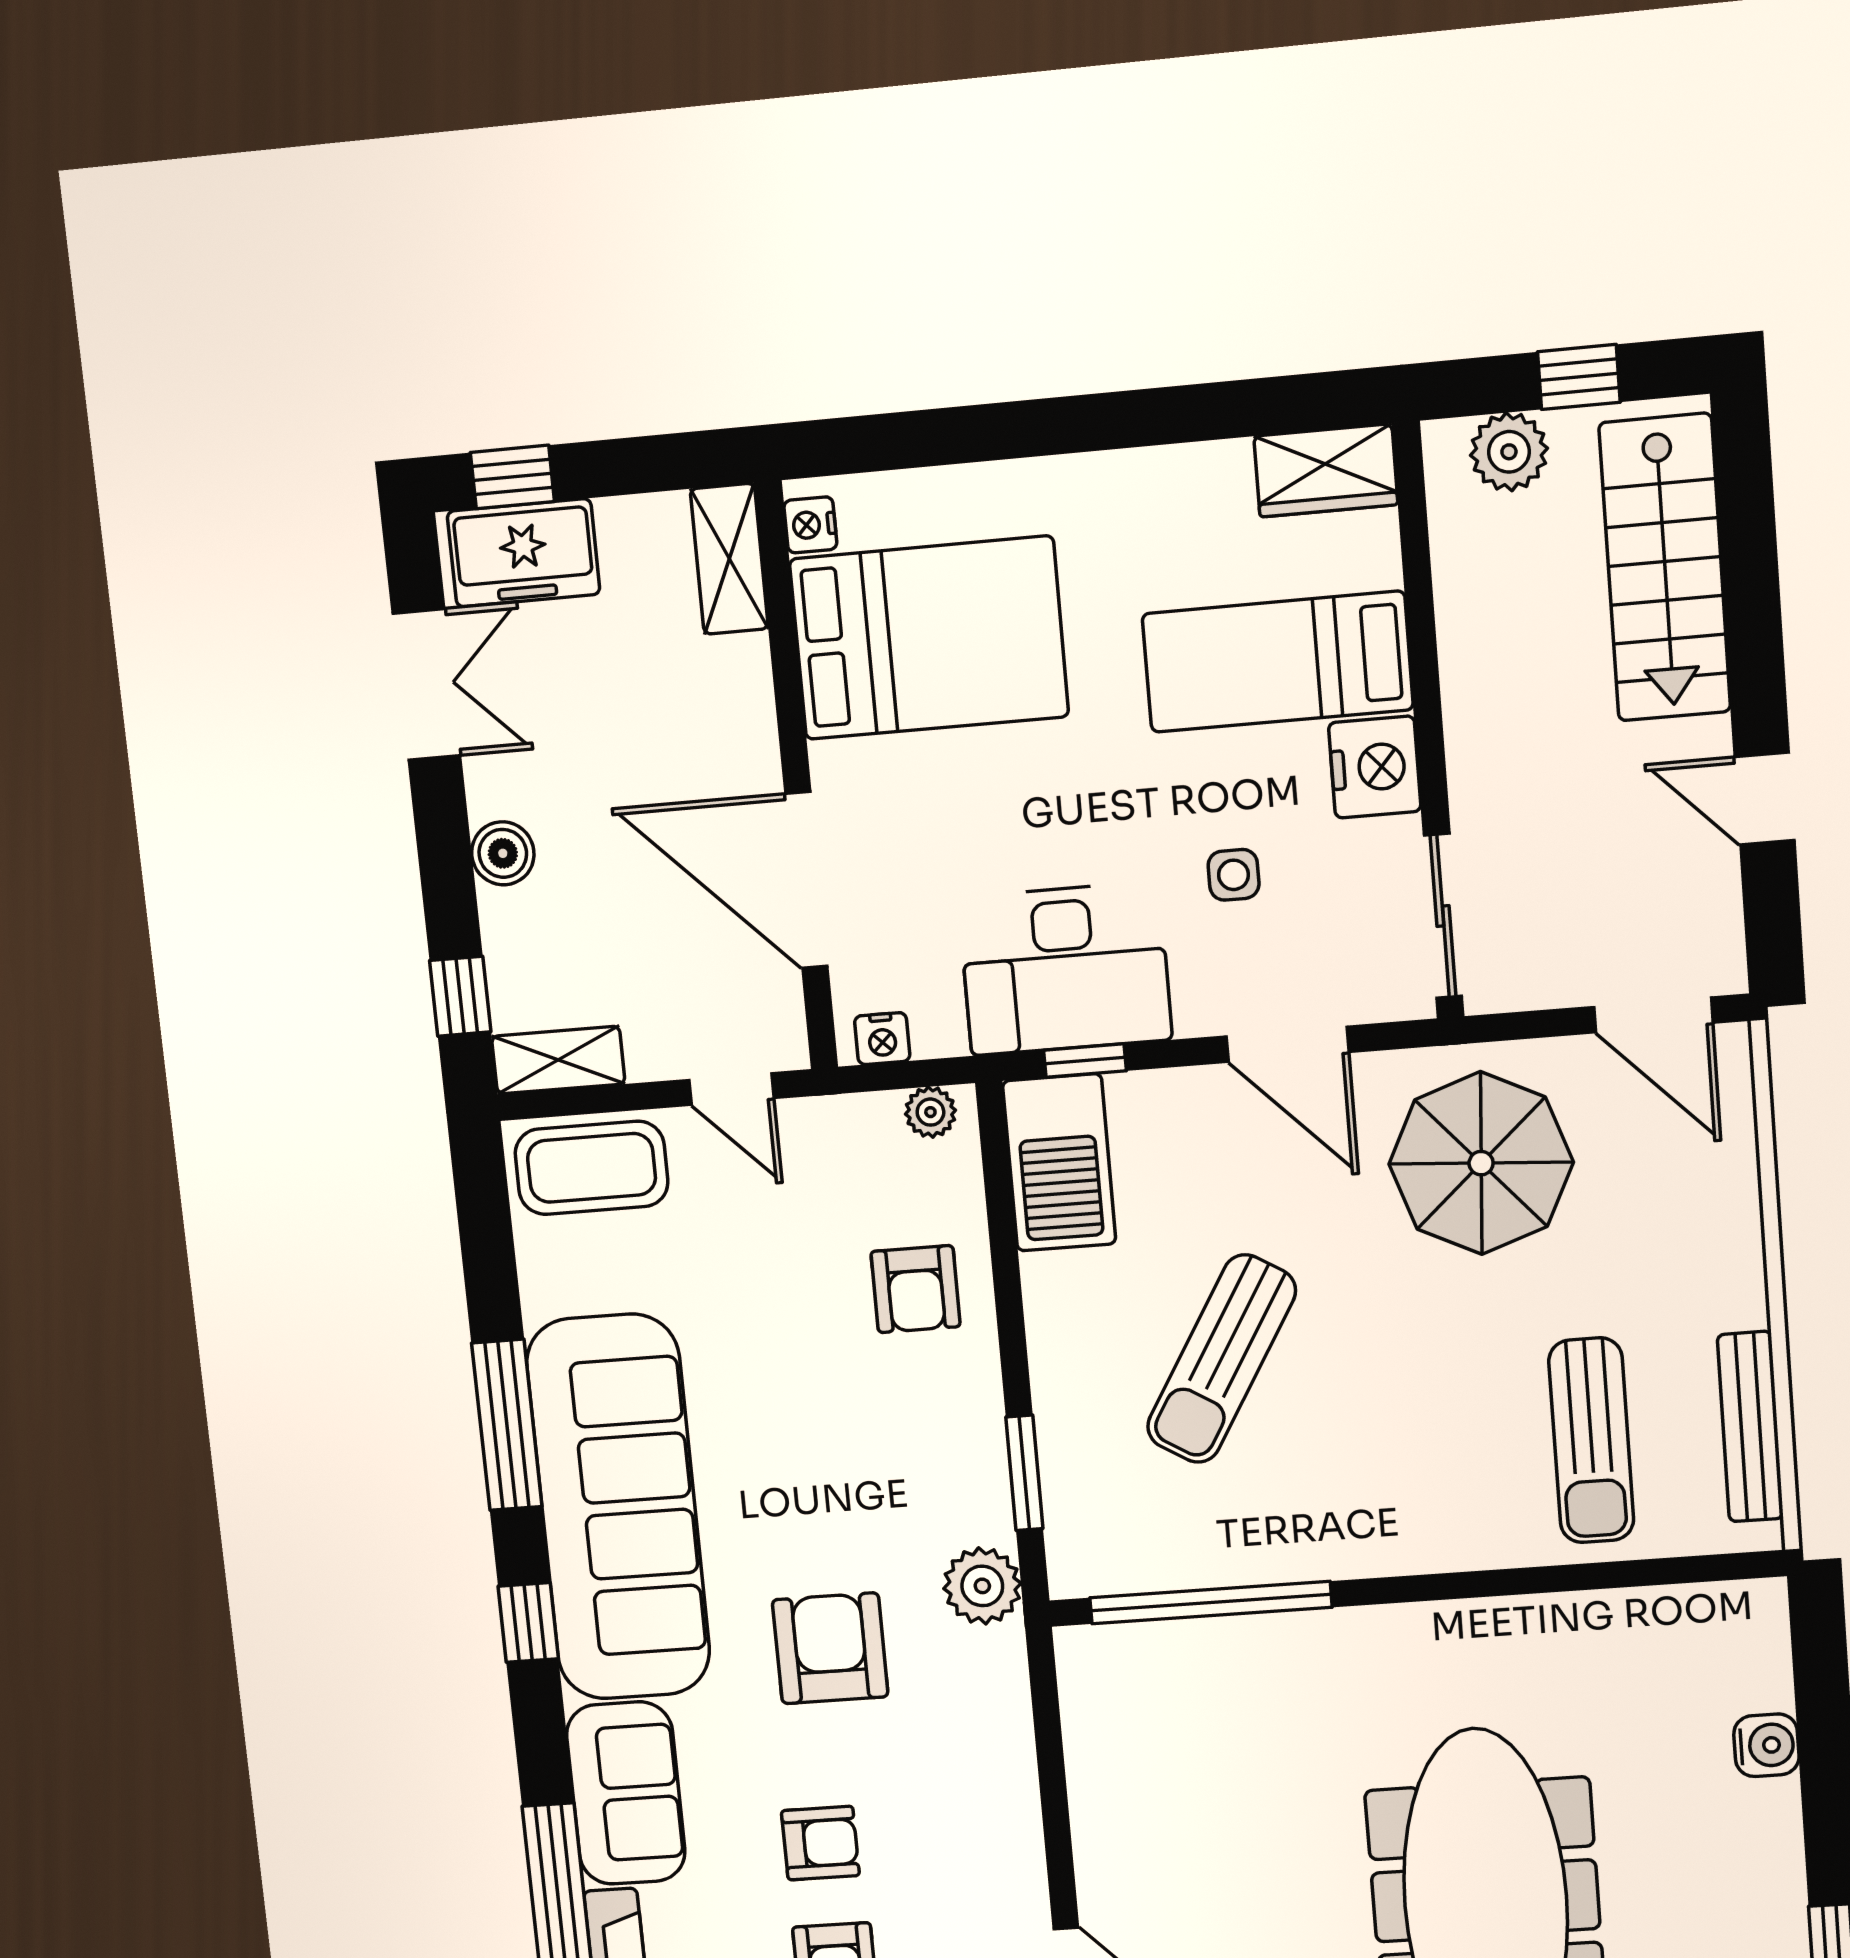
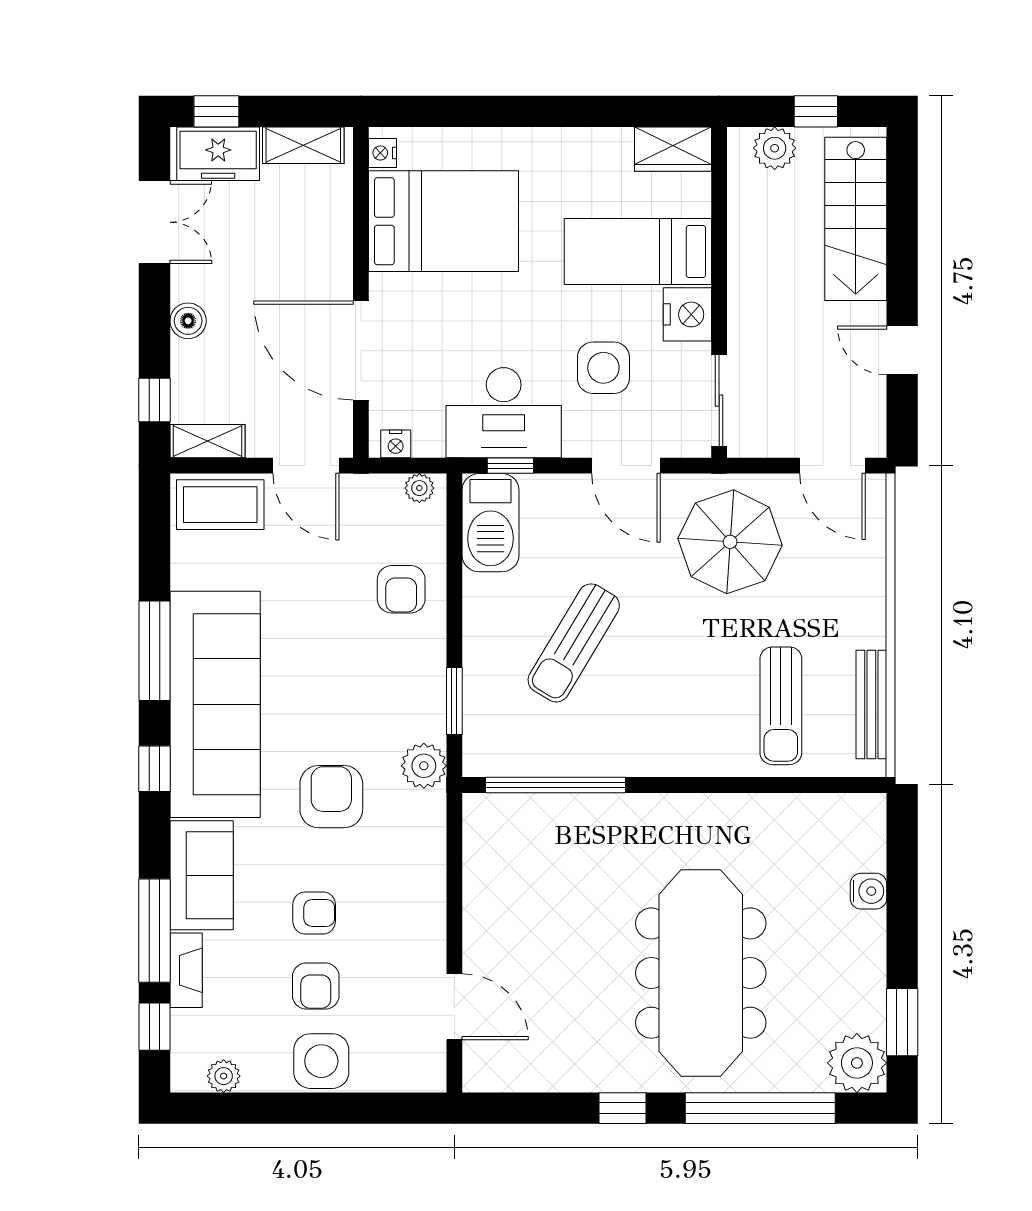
shelving: (729, 559) -> (303, 145), moved, turned 90
side table: (1234, 875) -> (603, 368), width x1.87, depth x1.87
door: (731, 1089) -> (306, 466), width x1.38

